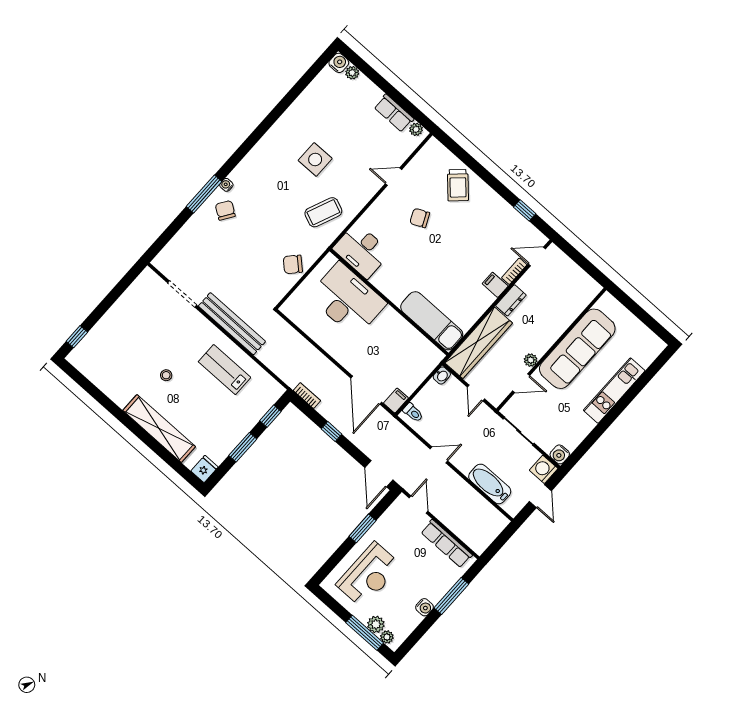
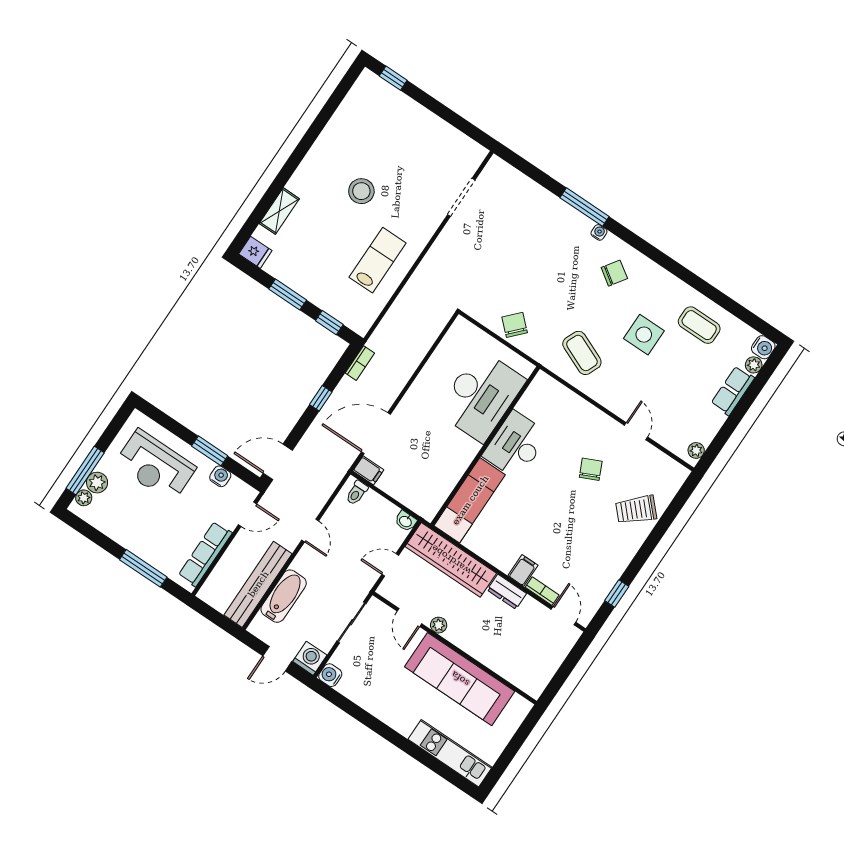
coffee table: (314, 113) -> (699, 325), added
row of seats: (394, 113) -> (733, 391), moved
chair: (225, 210) -> (614, 273), moved
desk: (362, 250) -> (516, 445), moved
bench: (232, 324) -> (258, 584), moved
stool: (166, 375) -> (361, 191), width x1.89, depth x1.89
kitchen unit: (614, 391) -> (450, 753), moved
shelving: (159, 429) -> (279, 211), width x0.45, depth x0.75
water cooler: (424, 607) -> (220, 476), moved, turned 180

